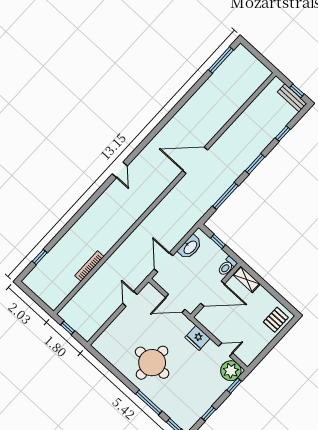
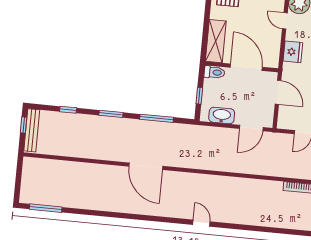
bench: (292, 98) -> (32, 130), width x1.36
door: (120, 170) -> (201, 223), hinge flipped
shelving: (246, 279) -> (216, 41), width x1.50, depth x1.33

